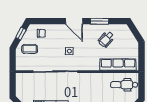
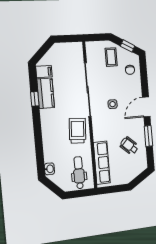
trolley: (89, 83) -> (77, 131), added

